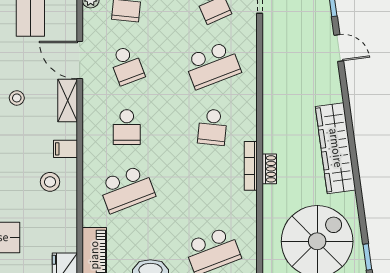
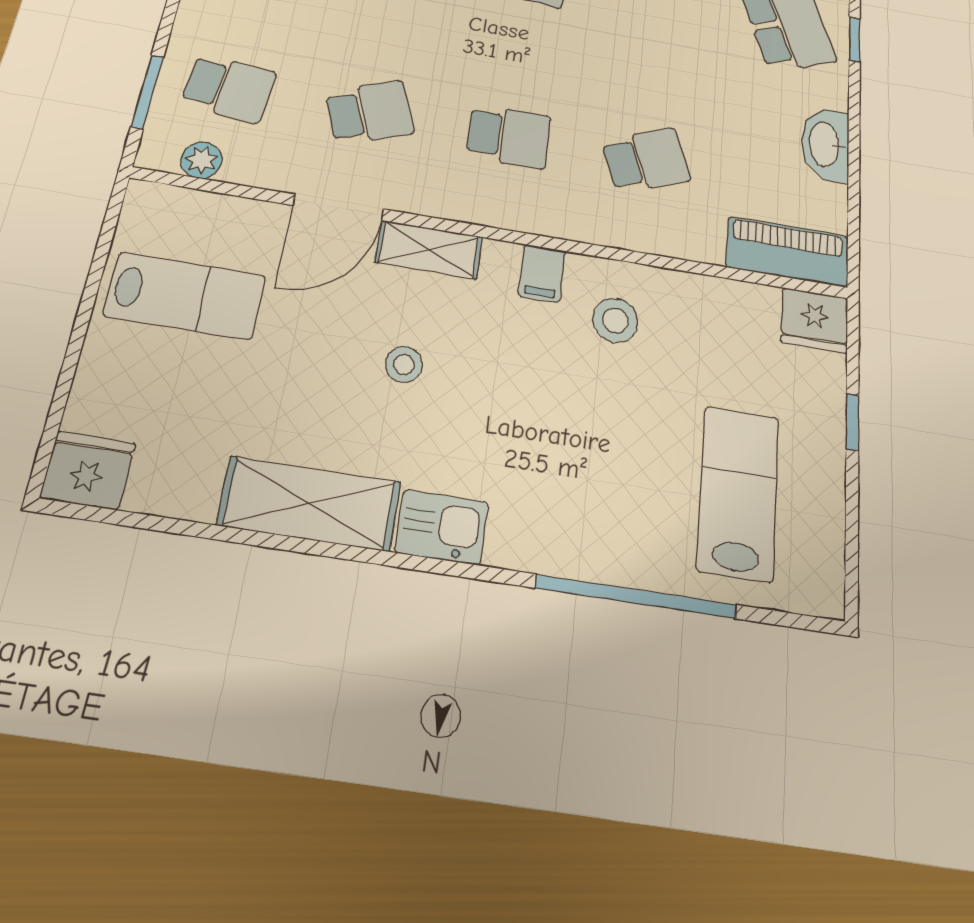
school desk: (127, 189) -> (646, 160), width x0.54

